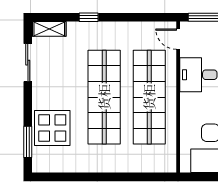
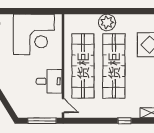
plant: (114, 160) -> (107, 22), added

